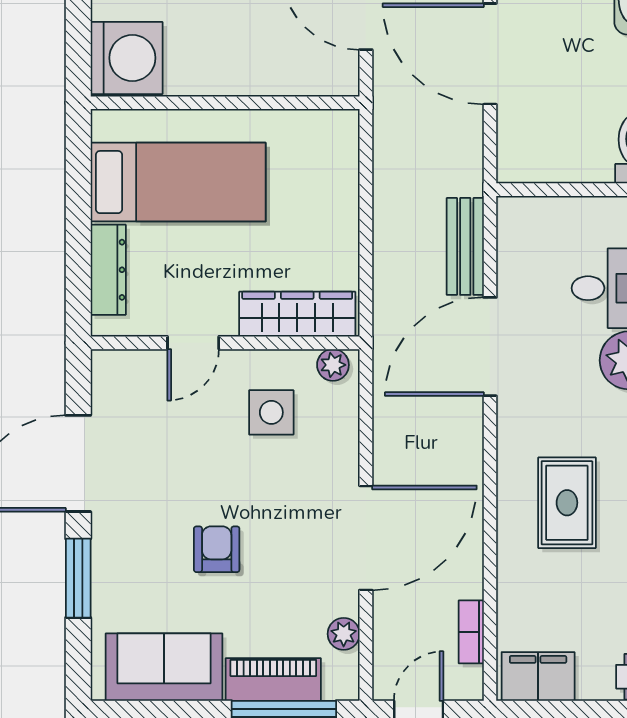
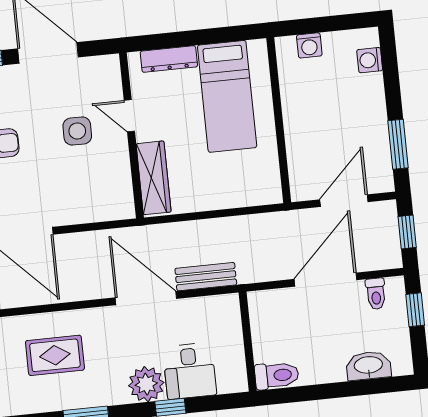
washing machine: (127, 58) -> (309, 45), width x0.53, depth x0.53
plant: (333, 365) -> (125, 203), removed
side table: (271, 412) -> (77, 131), moved

